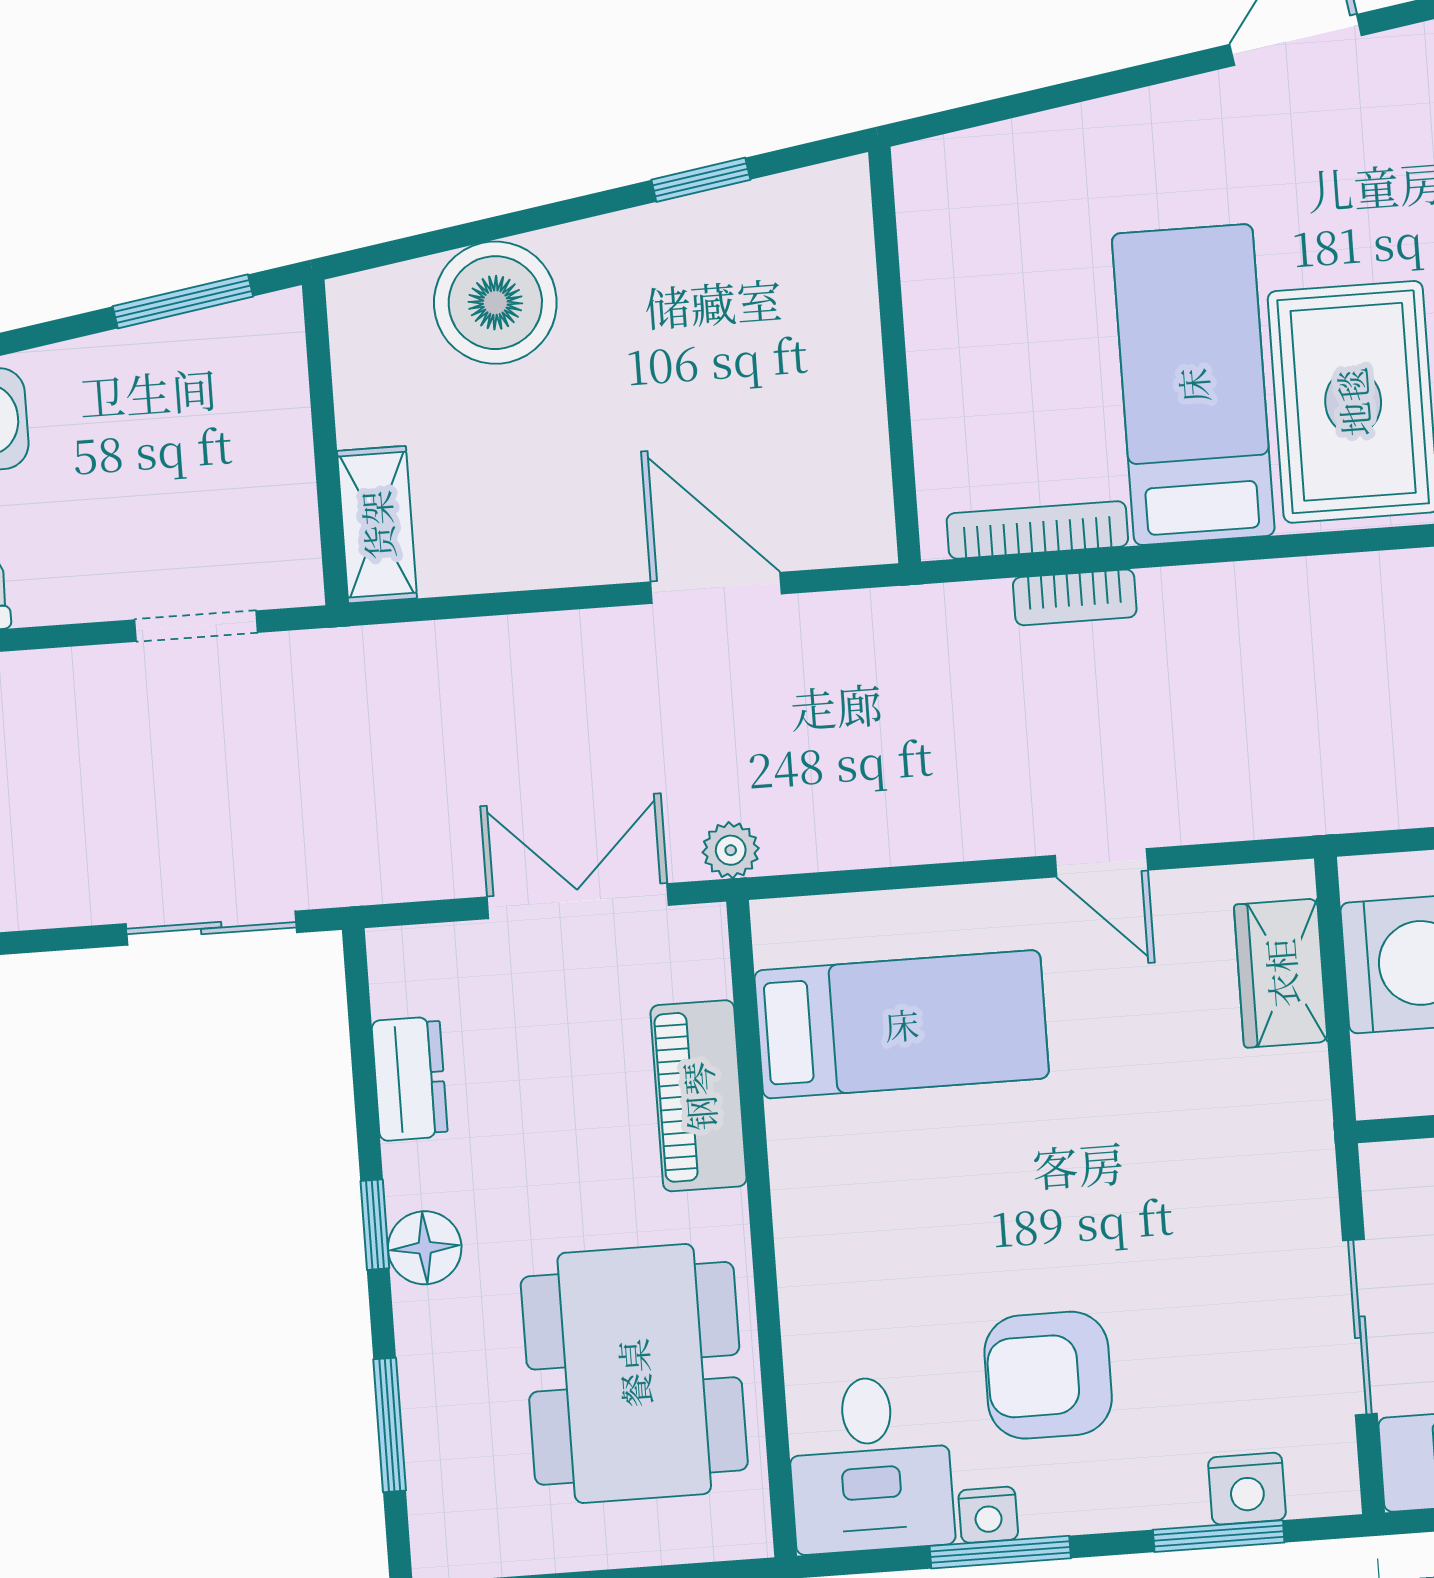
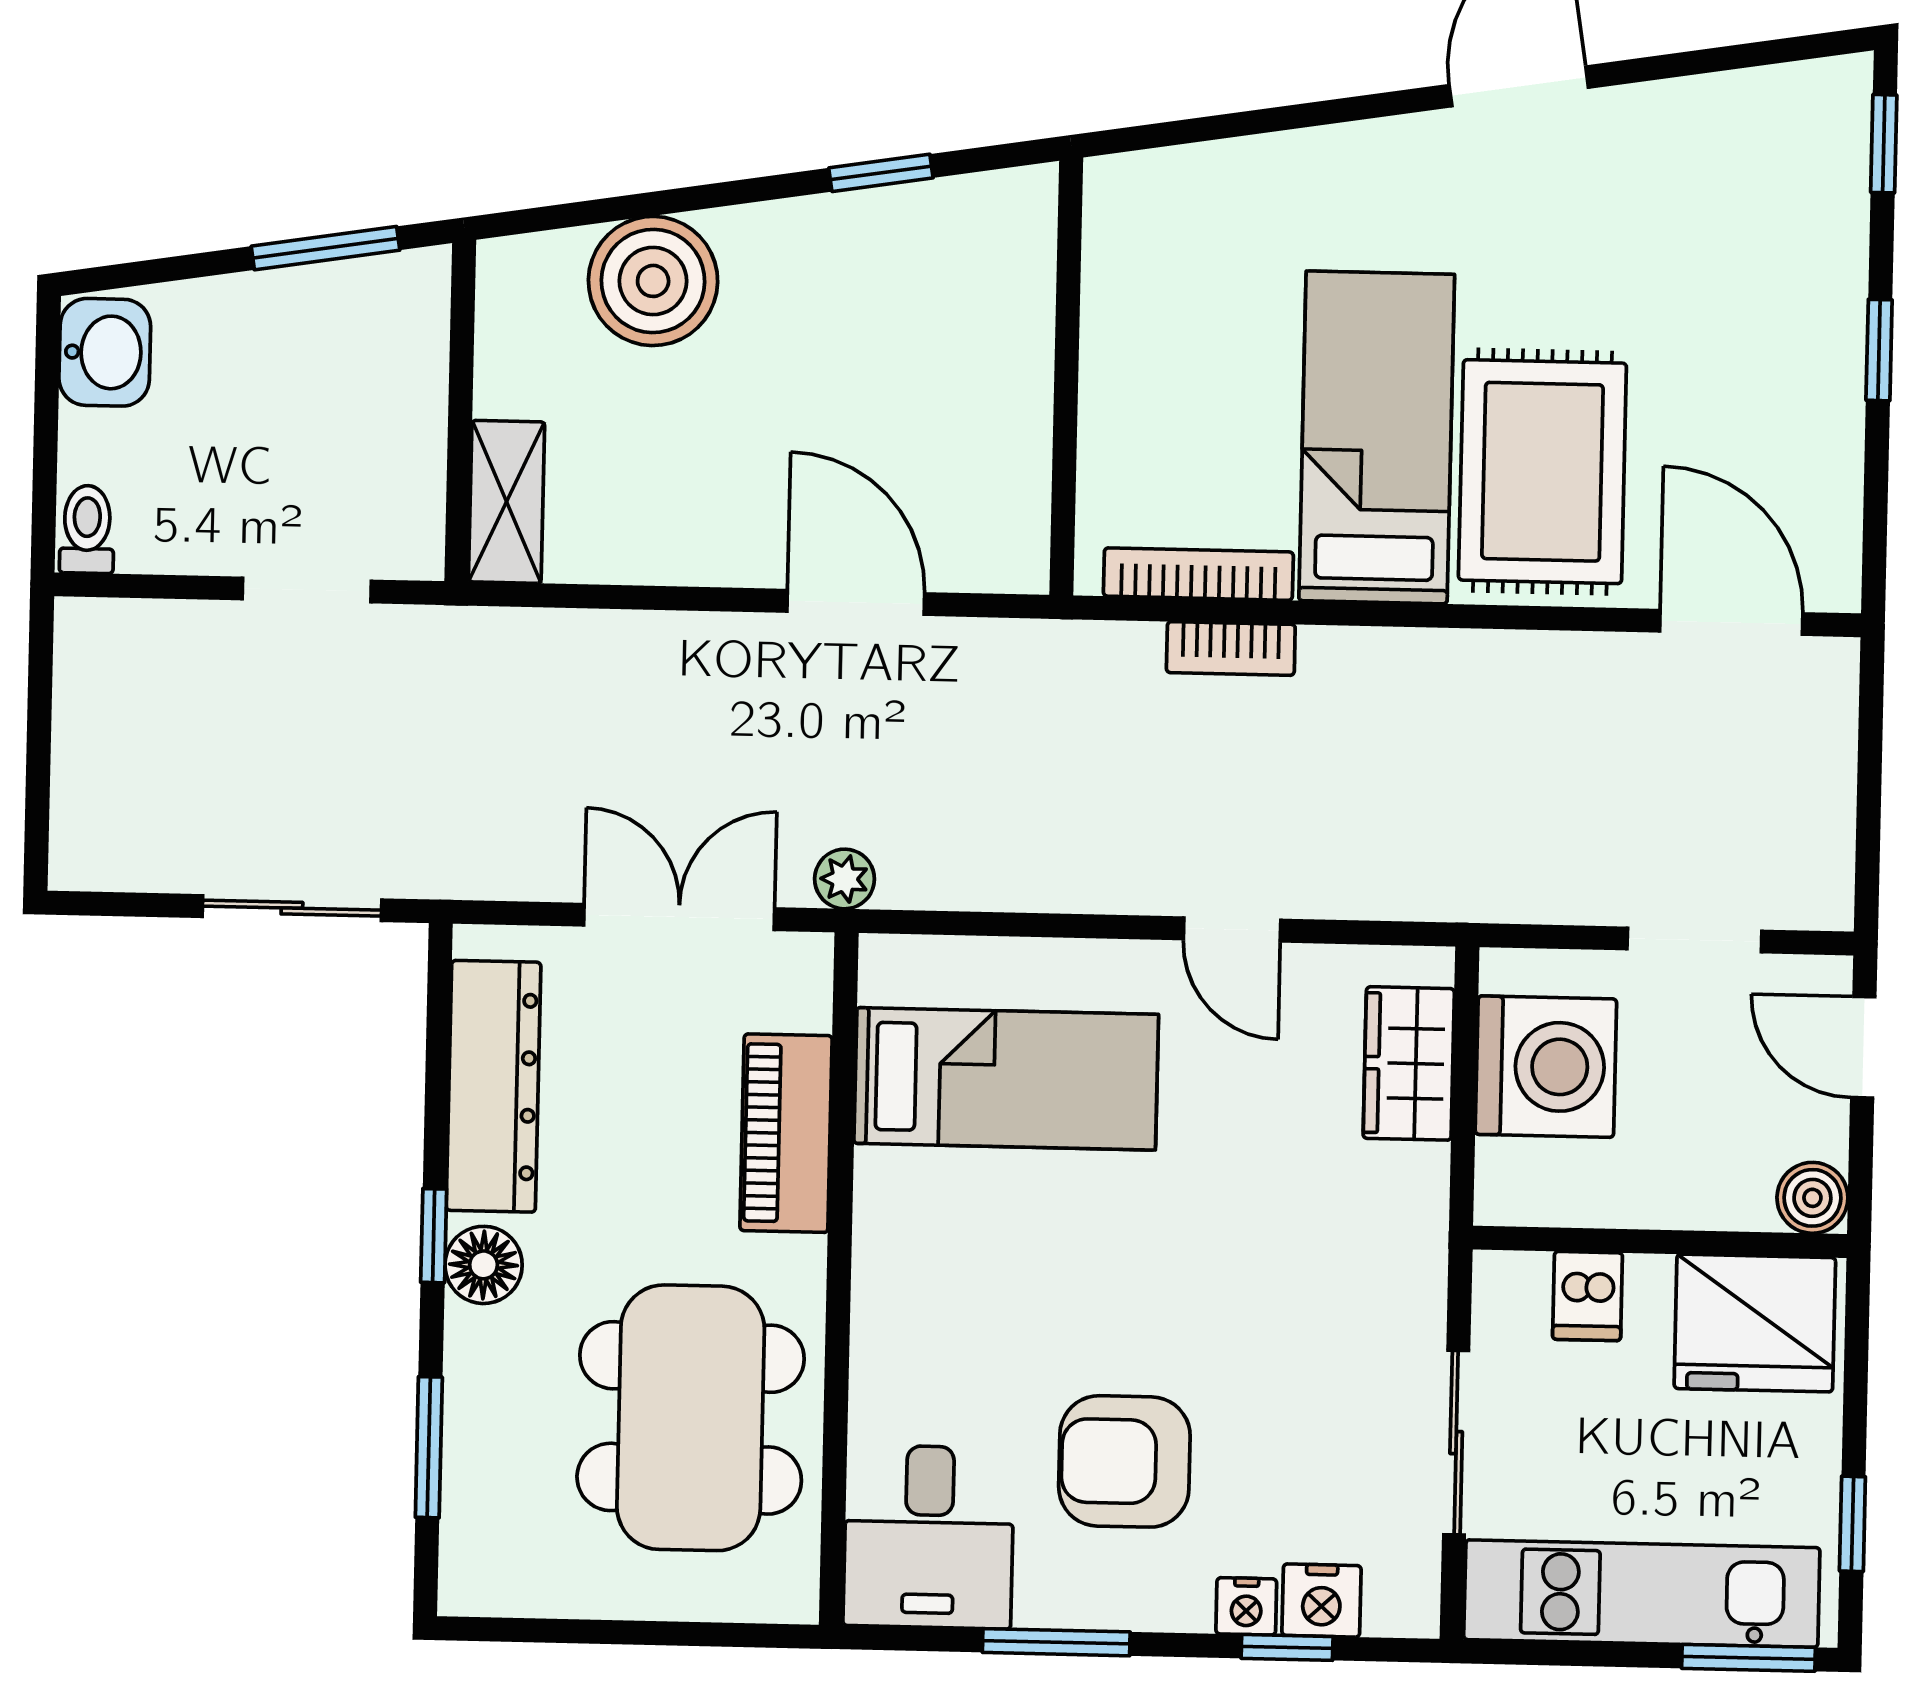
dresser: (410, 1079) -> (494, 1086), width x1.96, depth x1.24
nightstand: (988, 1515) -> (1246, 1606), moved
window: (1219, 1536) -> (1287, 1647), width x0.67

